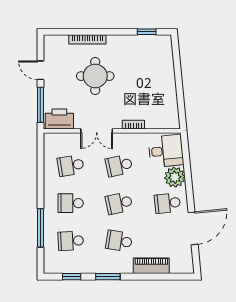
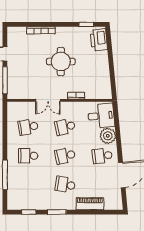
round table: (95, 76) -> (61, 62), moved
printer: (59, 119) -> (99, 40), moved, turned -96
school desk: (71, 241) -> (28, 185), removed

